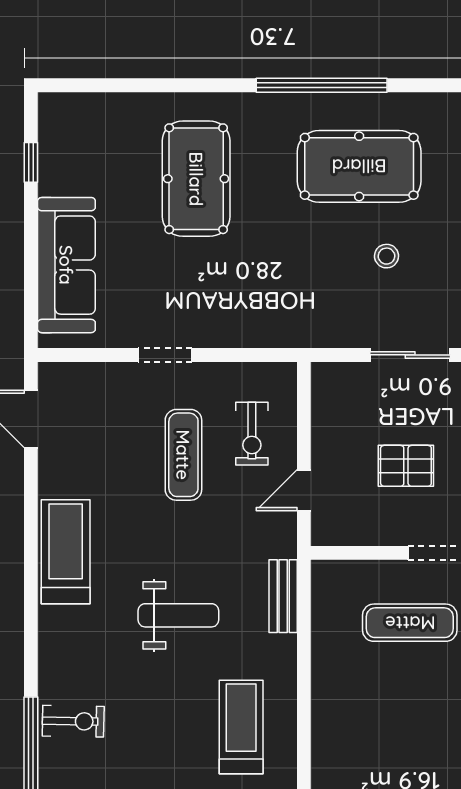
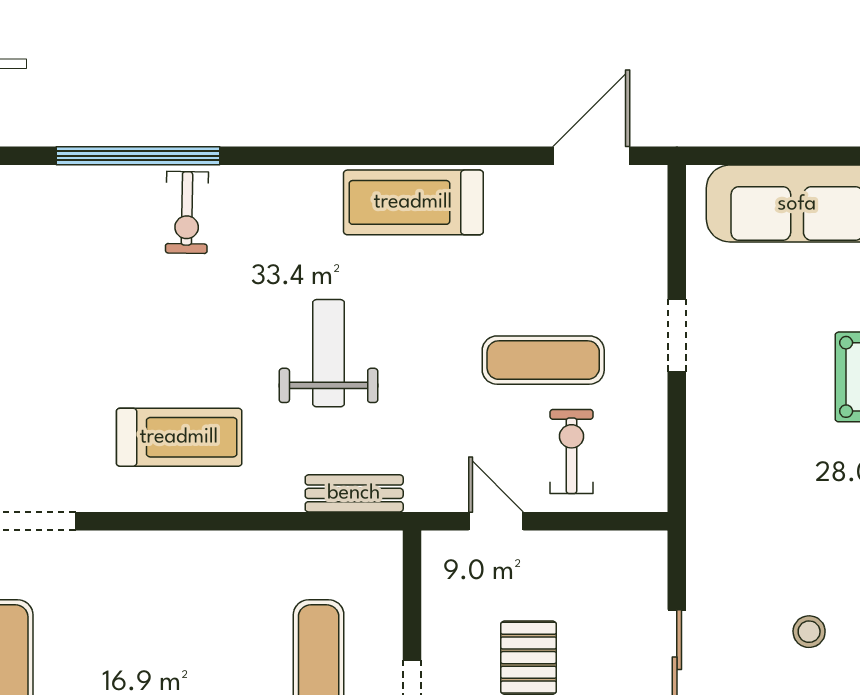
exercise bike: (252, 434) -> (572, 452), turned 90
treadmill: (66, 552) -> (413, 202), turned 180
weight bench: (178, 615) -> (329, 353), turned 180

